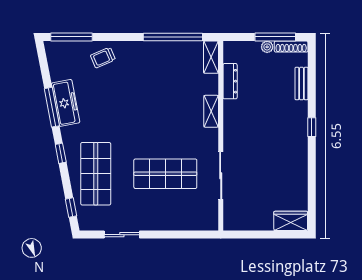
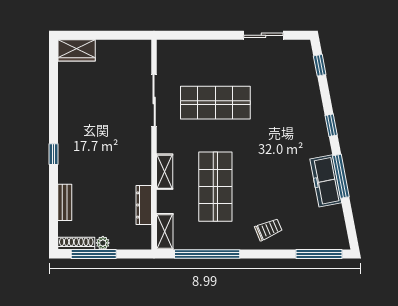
trolley: (103, 58) -> (268, 229), moved
shop shelf: (96, 174) -> (215, 187), moved

